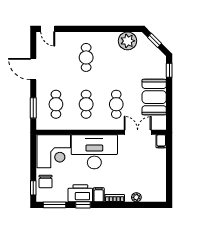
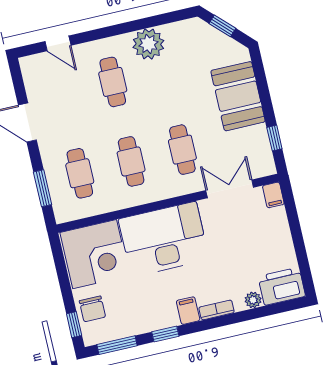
door: (48, 29) -> (58, 43), moved
plant: (128, 41) -> (148, 44), moved
window: (169, 70) -> (274, 138), moved
booth: (154, 97) -> (238, 96), moved
printer: (80, 193) -> (282, 286), moved

